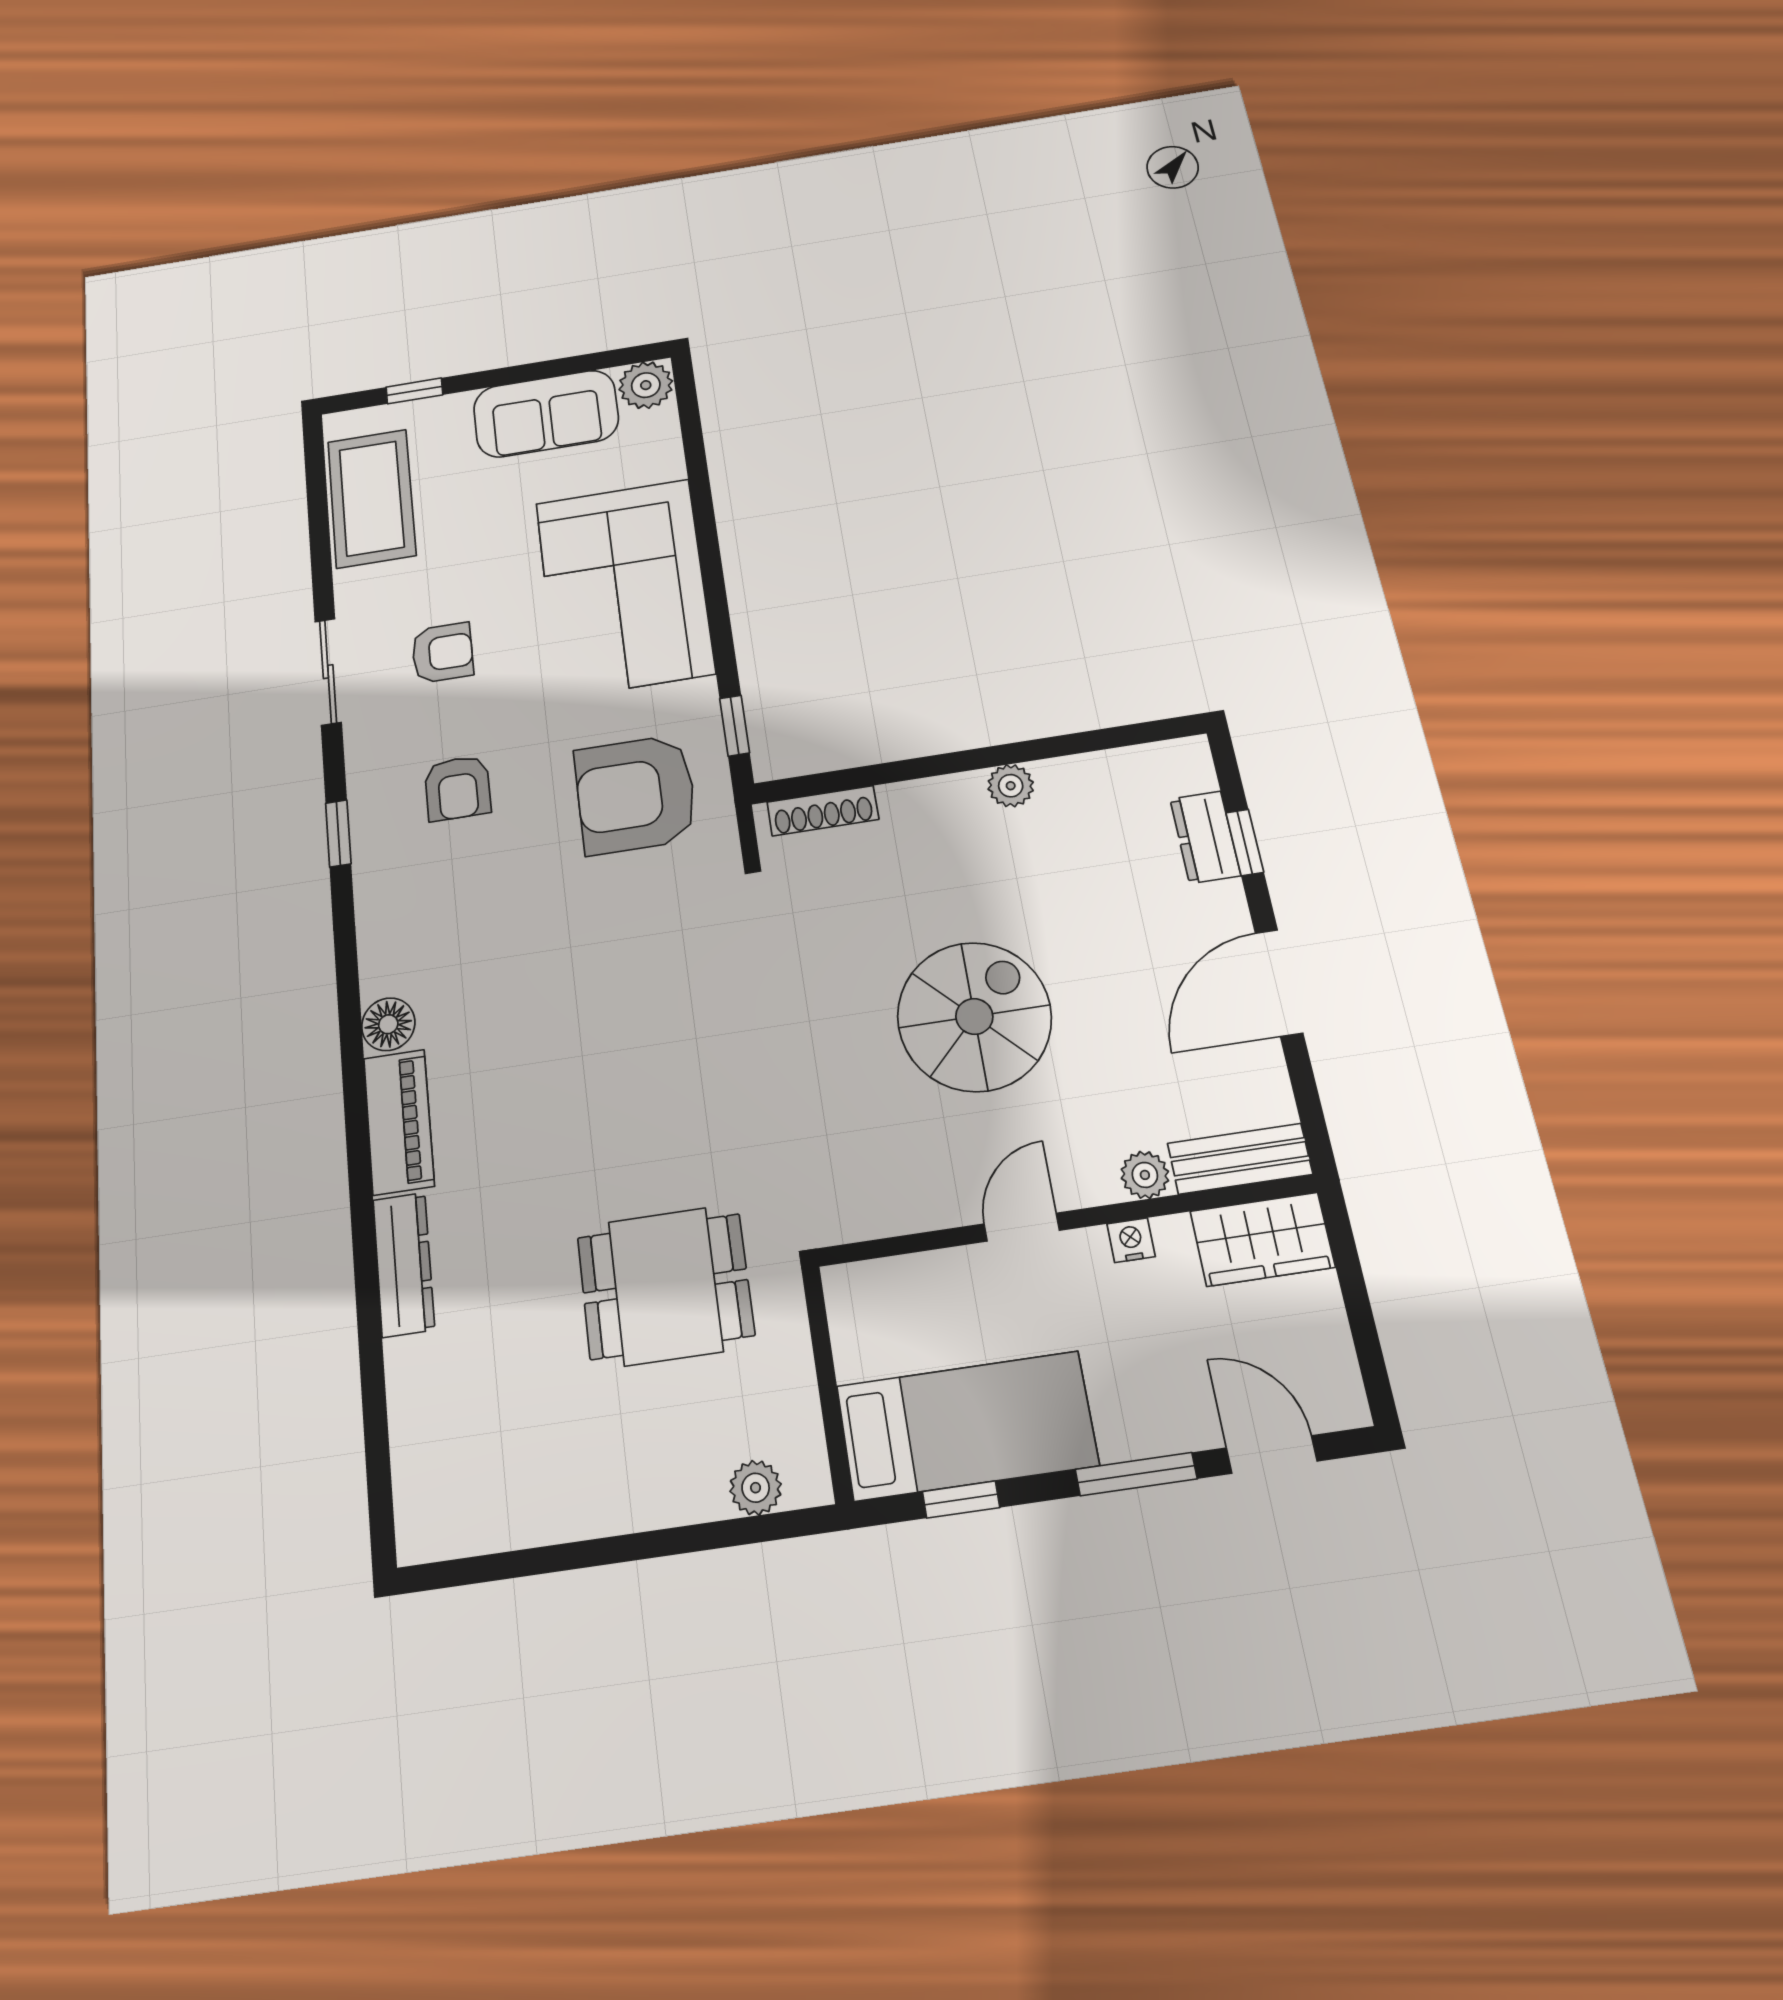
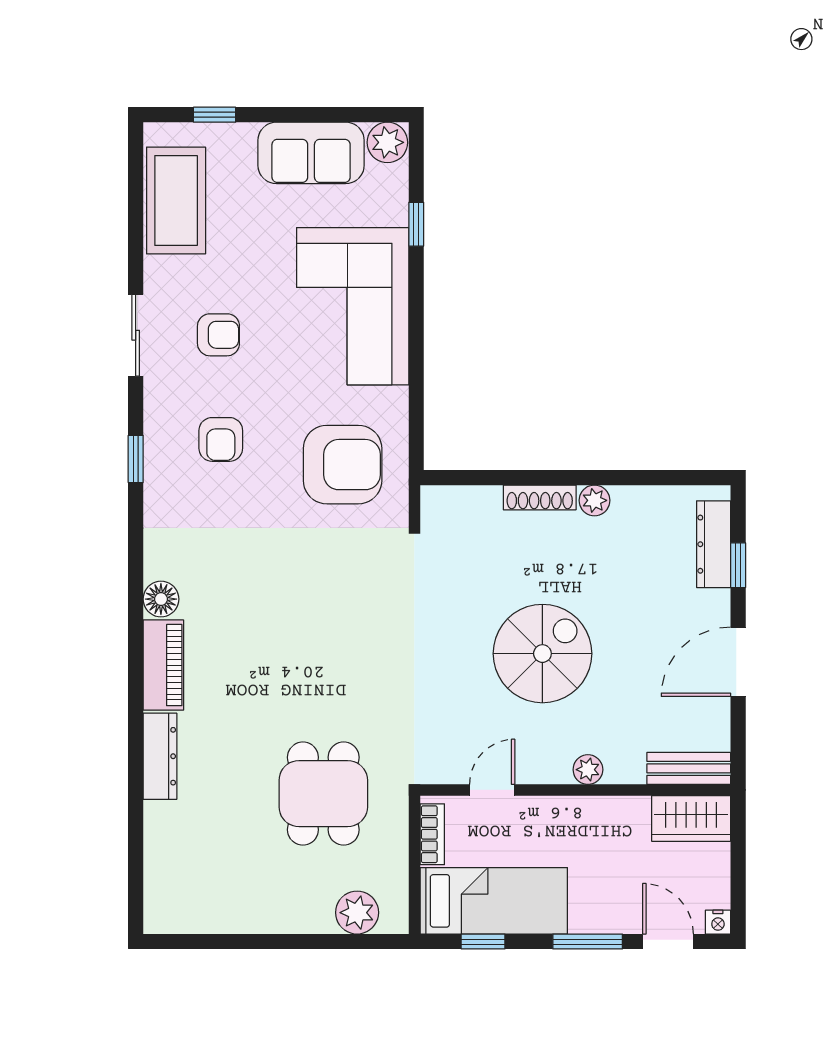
window: (735, 726) -> (416, 224), moved
armchair: (636, 794) -> (343, 465), turned 180
shoe rack: (823, 811) -> (540, 497), moved
dresser: (1205, 837) -> (714, 544), width x1.44
plant: (1145, 1175) -> (588, 770), moved
door: (1022, 1227) -> (492, 790), moved
nightstand: (1131, 1240) -> (718, 922), moved, turned 180
dining table: (665, 1286) -> (323, 794), turned 90
bookcase: (848, 1327) -> (432, 834), added
plant: (756, 1488) -> (357, 913), width x1.38, depth x1.38

